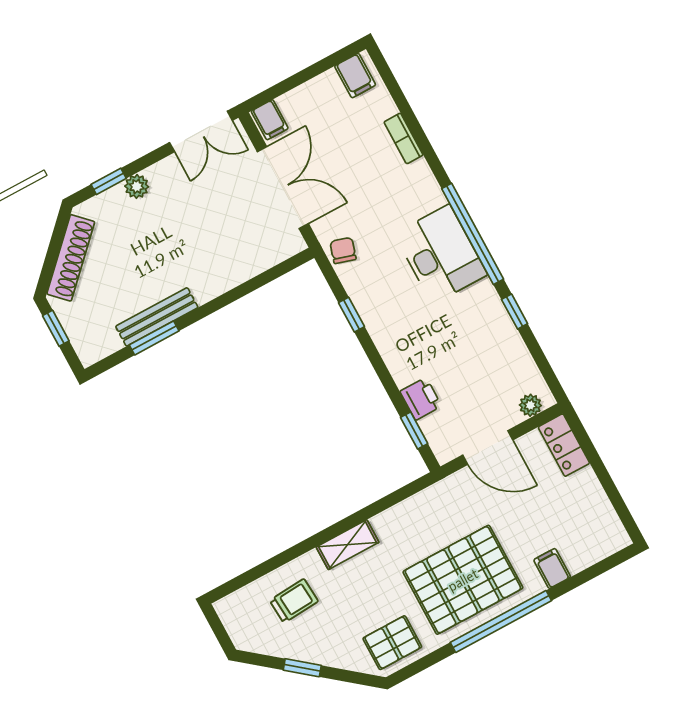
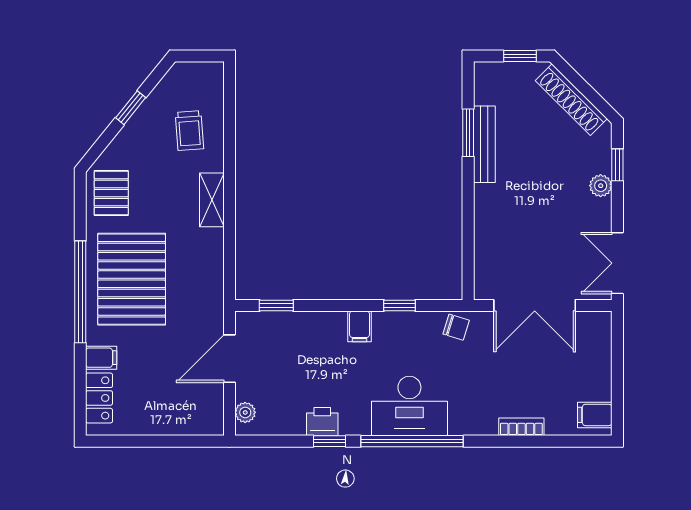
filing cabinet: (270, 120) -> (360, 326), moved, turned -90
printer: (421, 399) -> (322, 422), moved, turned 180
locker: (564, 445) -> (99, 398), moved, turned 90

